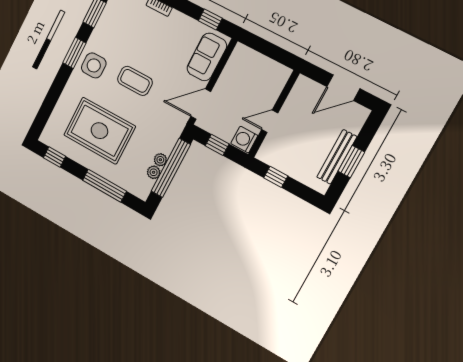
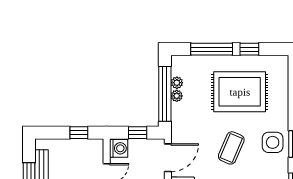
coffee table: (135, 81) -> (231, 148), turned -67
window: (54, 157) -> (249, 49), moved

